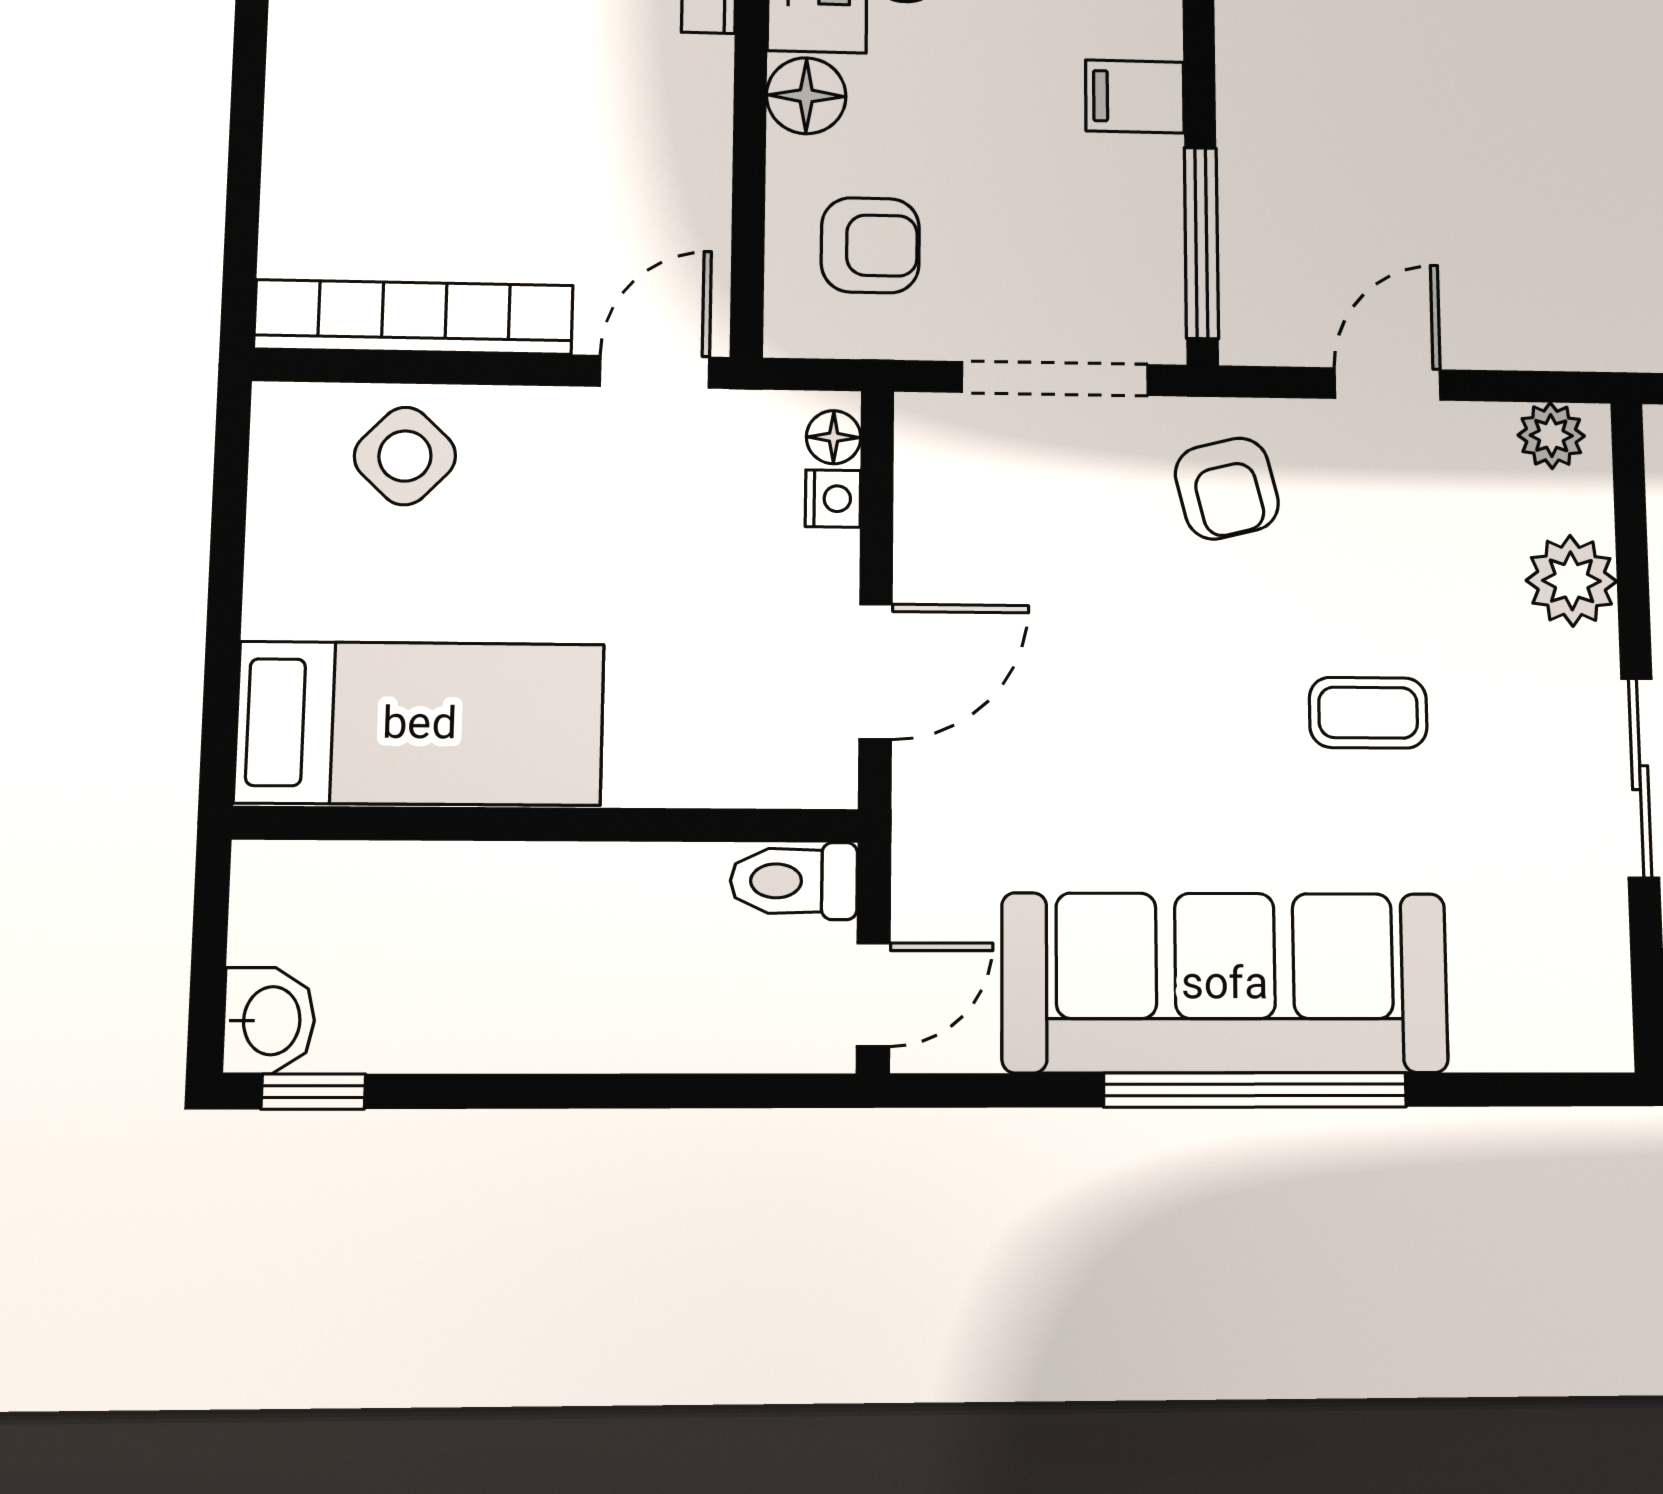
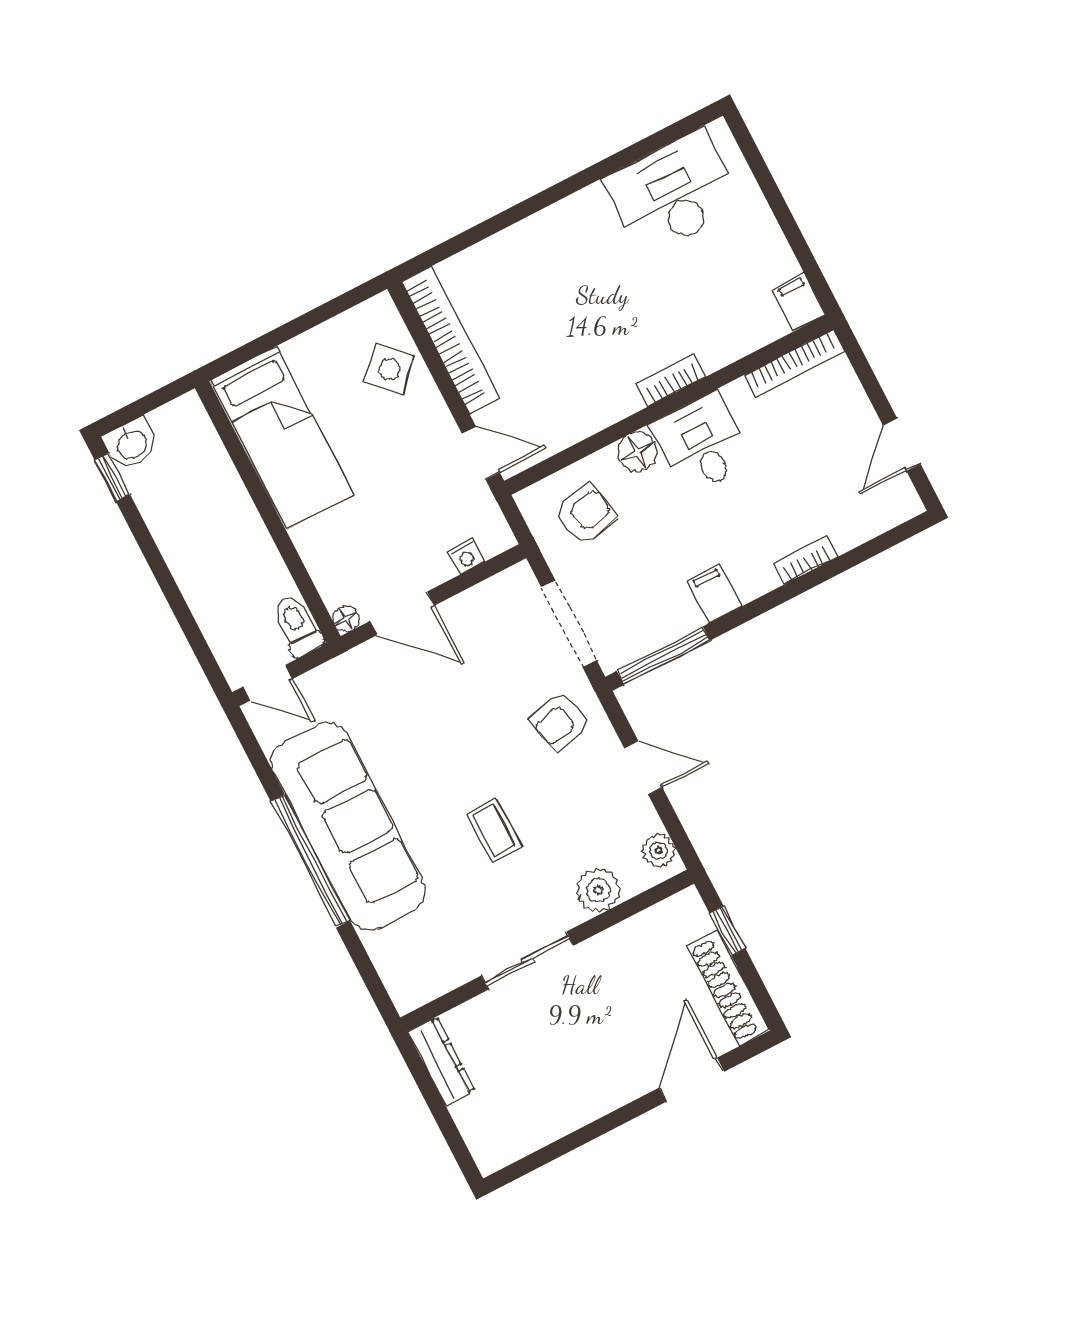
armchair: (870, 245) -> (585, 514), turned -102
floor lamp: (834, 437) -> (346, 619), moved

